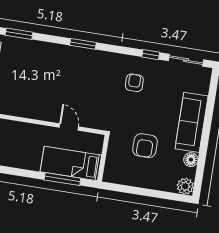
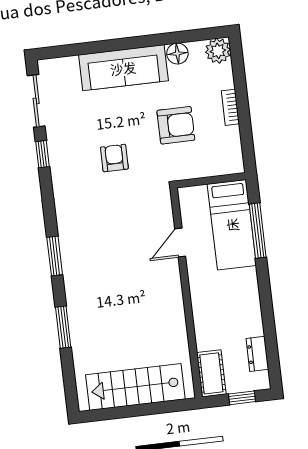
window: (19, 34) -> (63, 327), moved
armchair: (134, 83) -> (114, 158), moved, turned 91
bookcase: (147, 184) -> (230, 107), added

